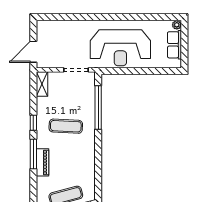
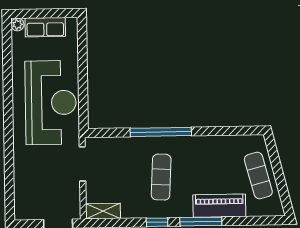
window: (98, 108) -> (161, 132), moved
piano: (43, 162) -> (219, 206), width x1.37, depth x1.33

